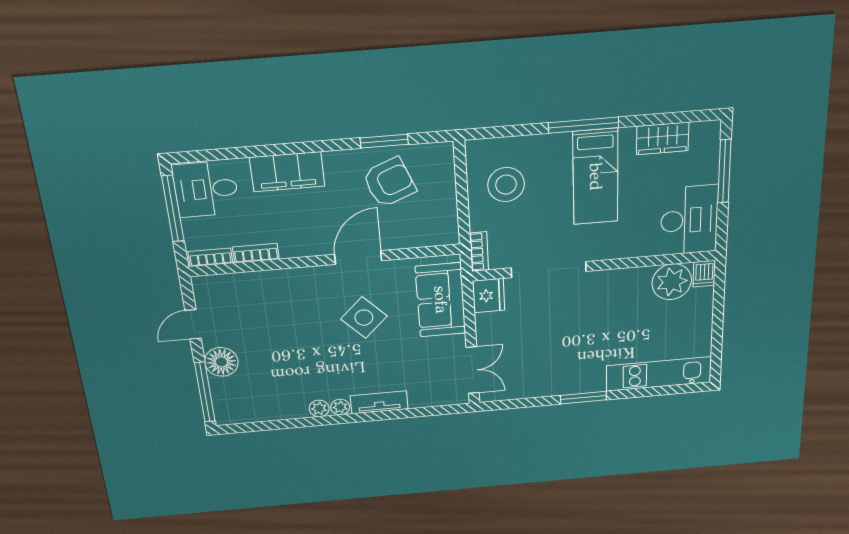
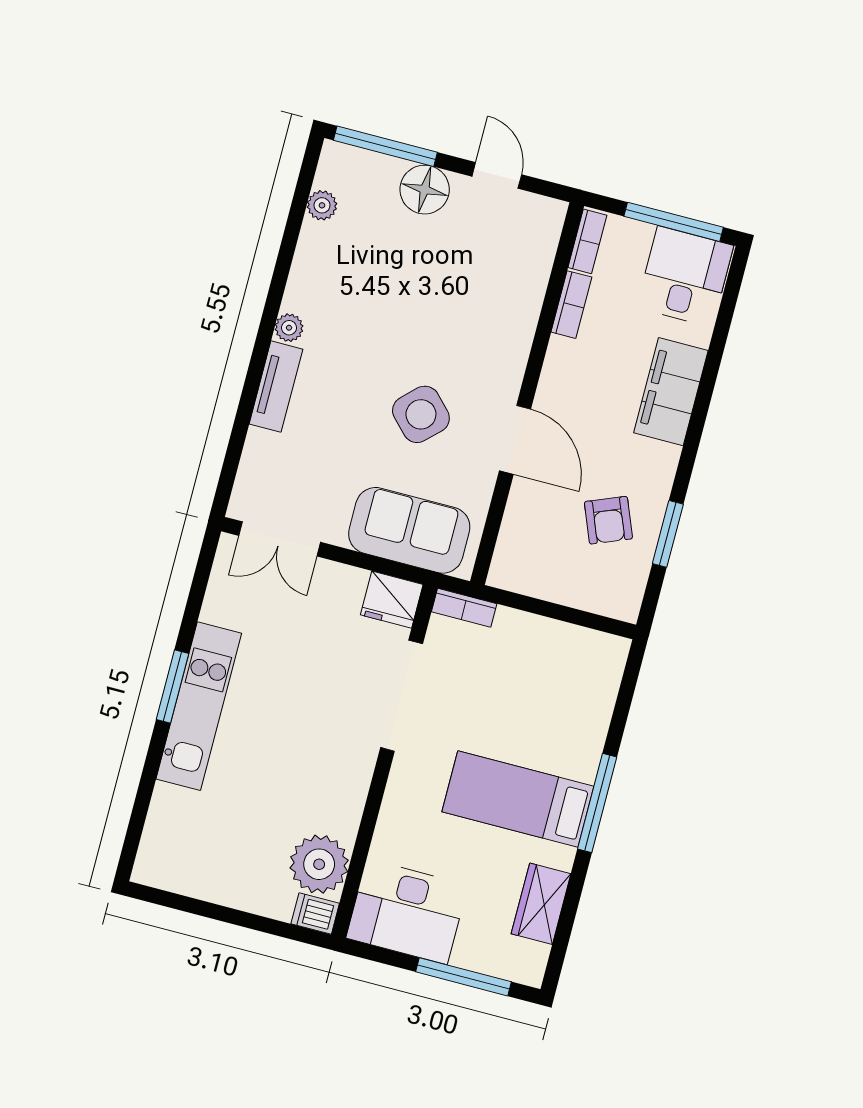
armchair: (389, 182) -> (608, 520), width x0.72, depth x0.72
stool: (506, 185) -> (550, 675), removed
kitchen unit: (659, 374) -> (199, 706), moved
plant: (319, 408) -> (322, 205), moved

